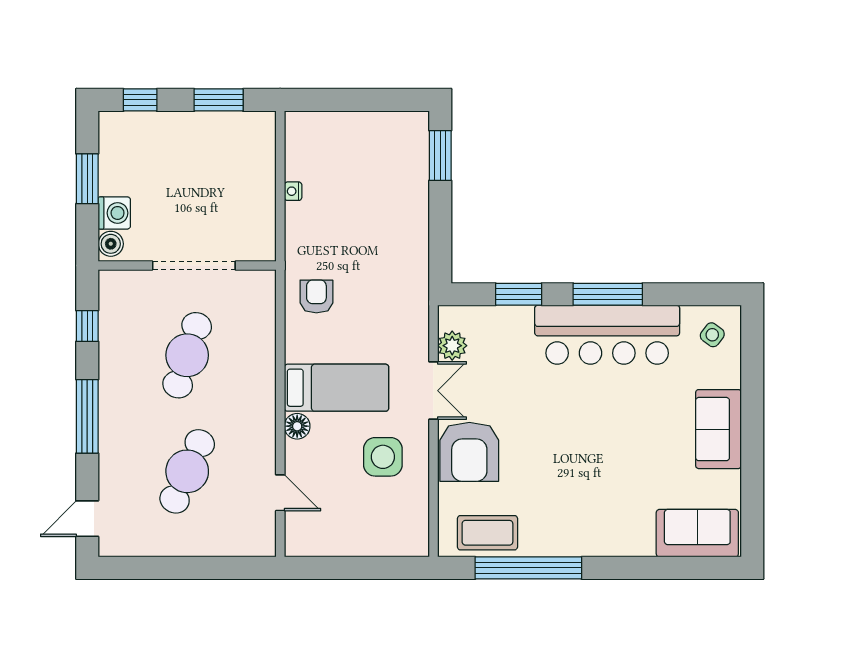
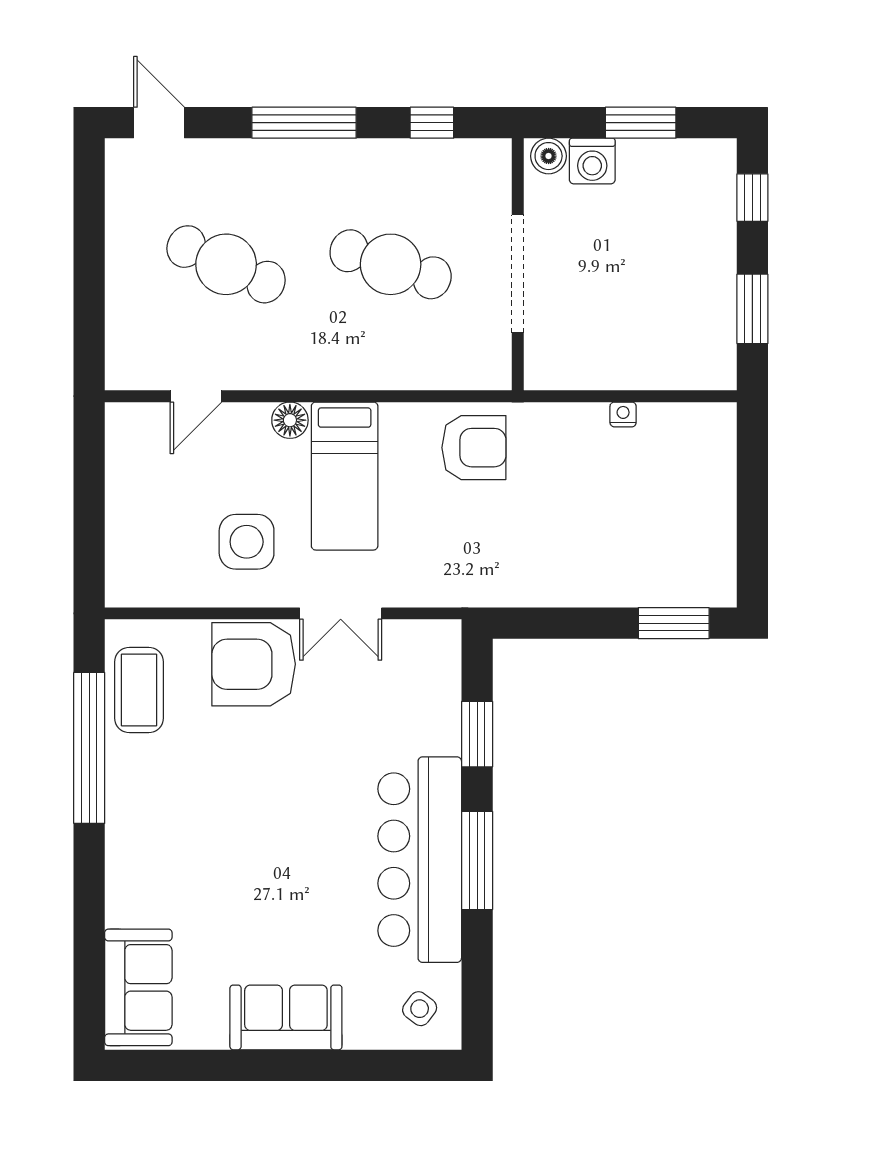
armchair: (316, 296) -> (474, 448), width x1.38, depth x1.38
plant: (452, 346) -> (404, 640), removed

